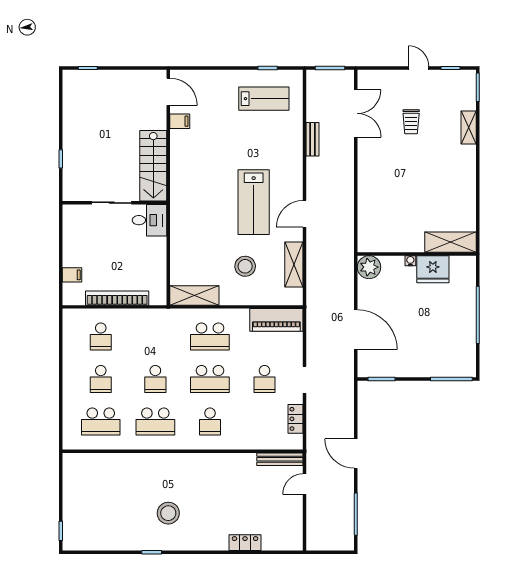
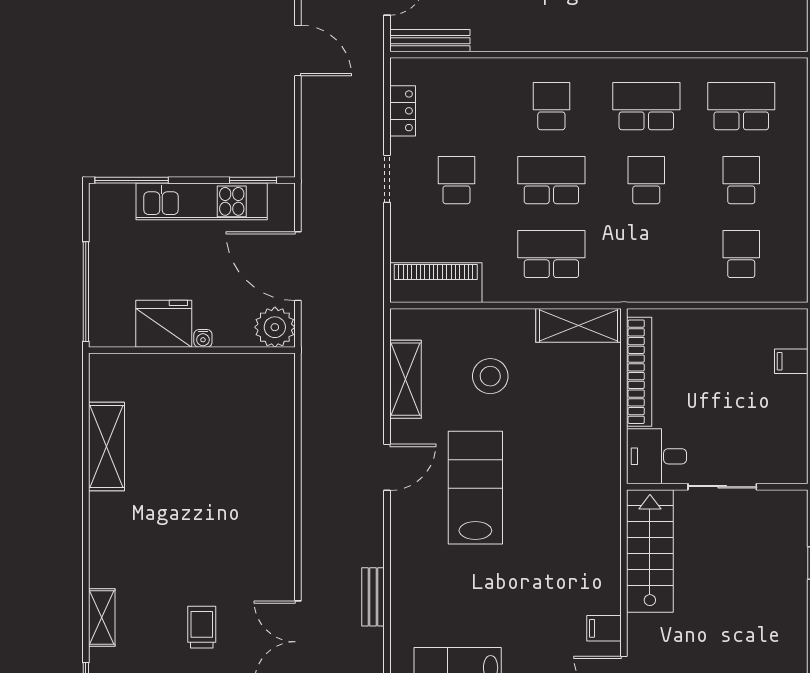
shelving: (451, 242) -> (107, 446), moved, turned 90
wall: (417, 254) -> (192, 350), moved
water cooler: (410, 261) -> (203, 338), moved
plant: (369, 267) -> (275, 327), moved
fridge: (433, 269) -> (164, 324), moved
bookcase: (117, 298) -> (639, 372), moved, turned -90
kitchen unit: (411, 367) -> (202, 201), added

